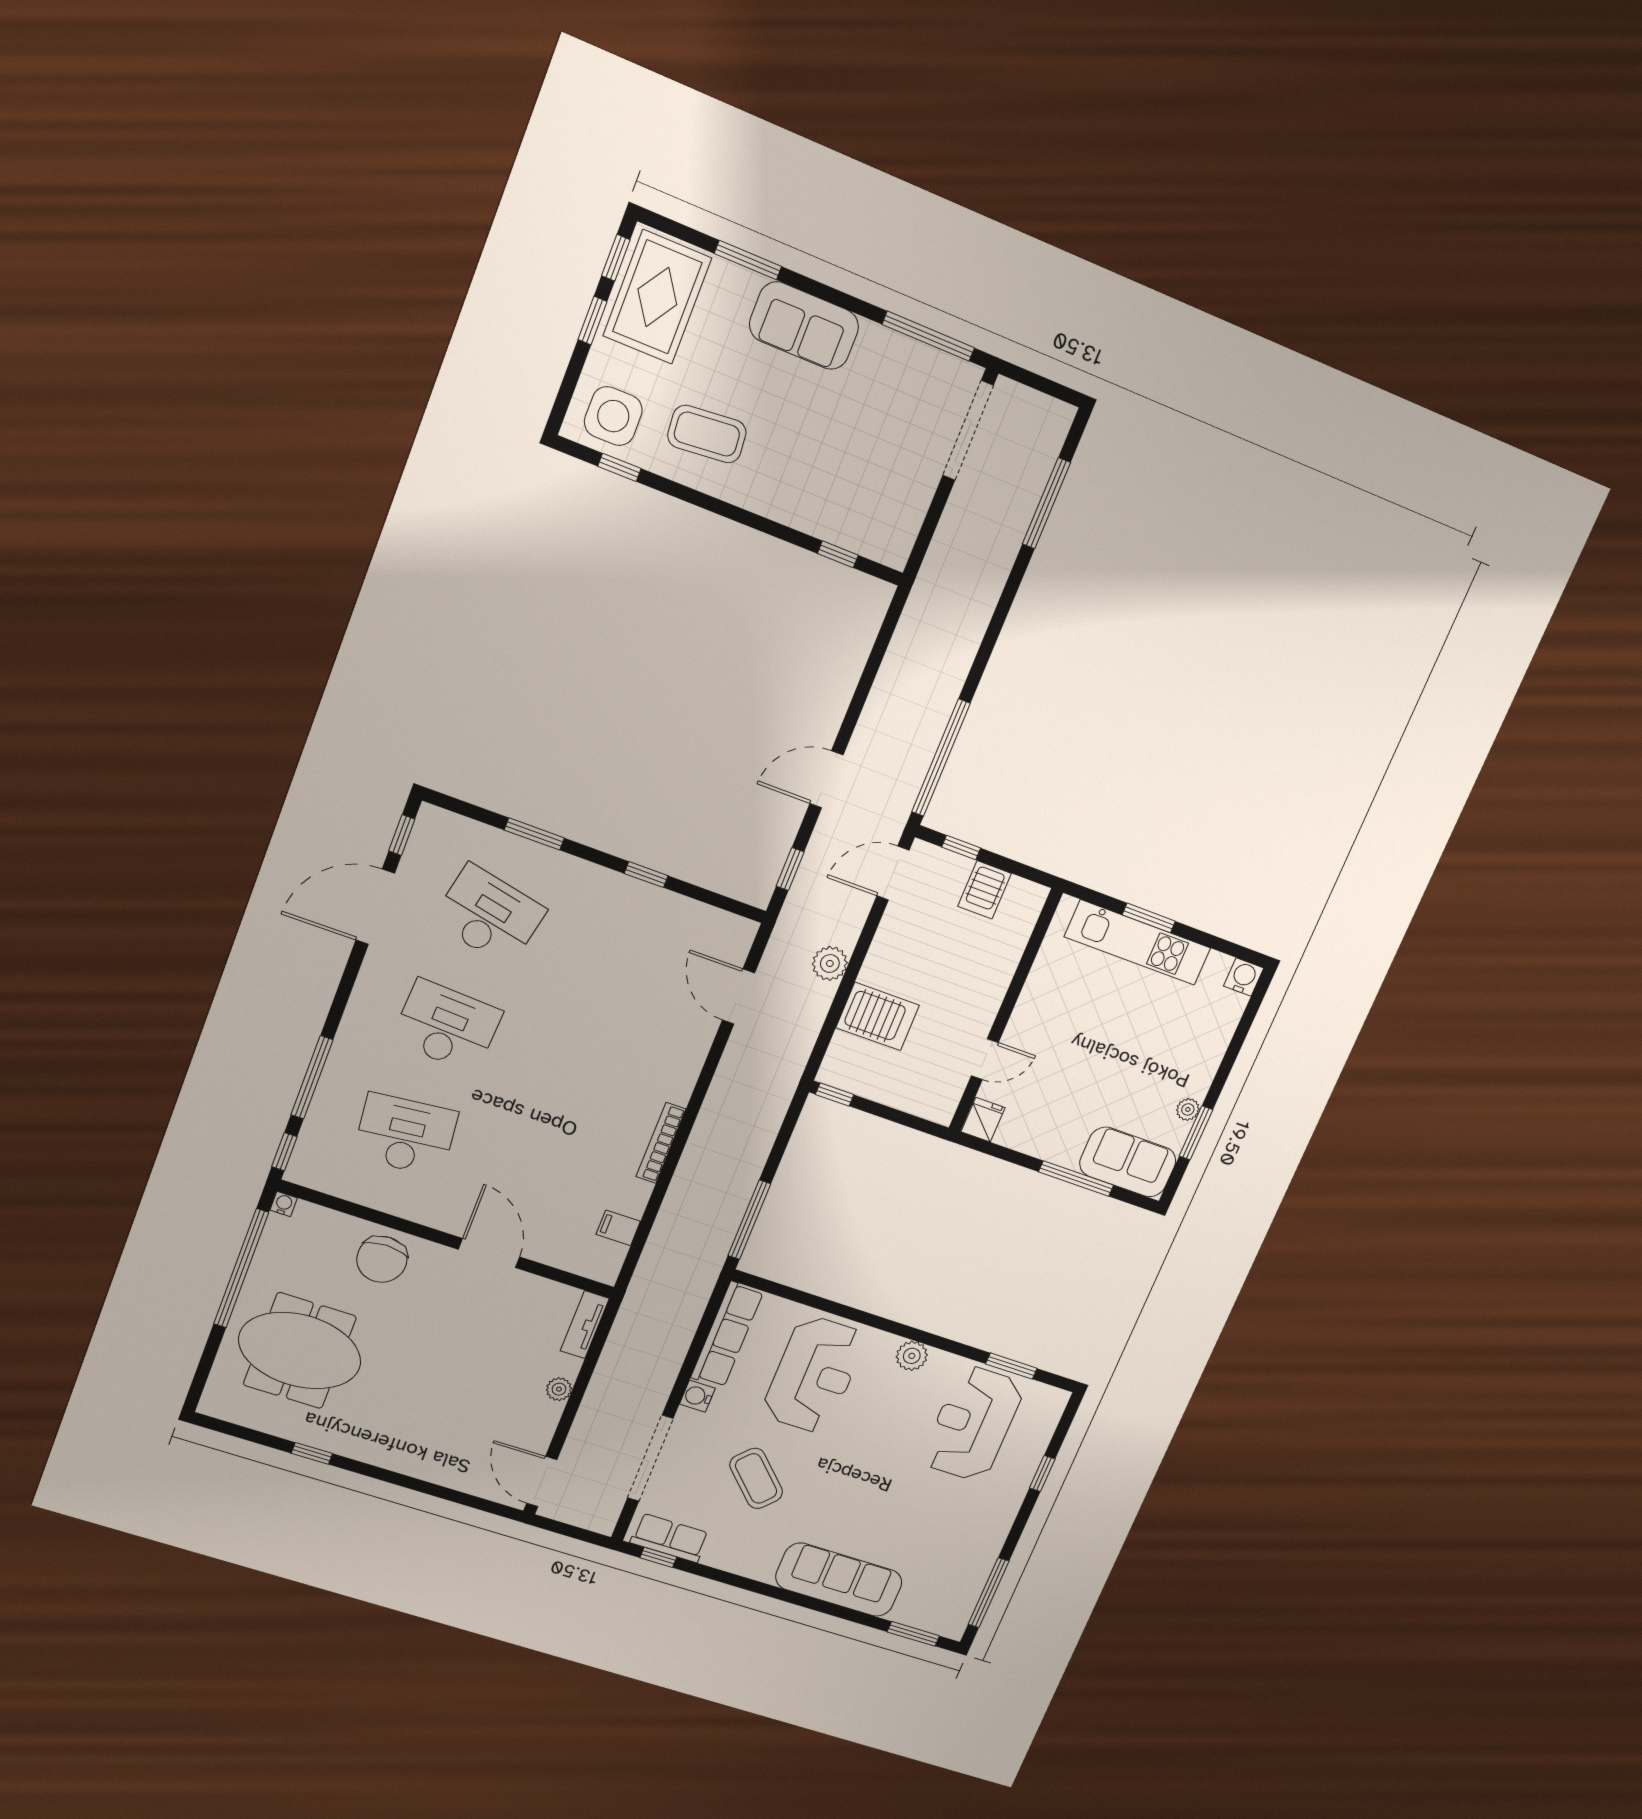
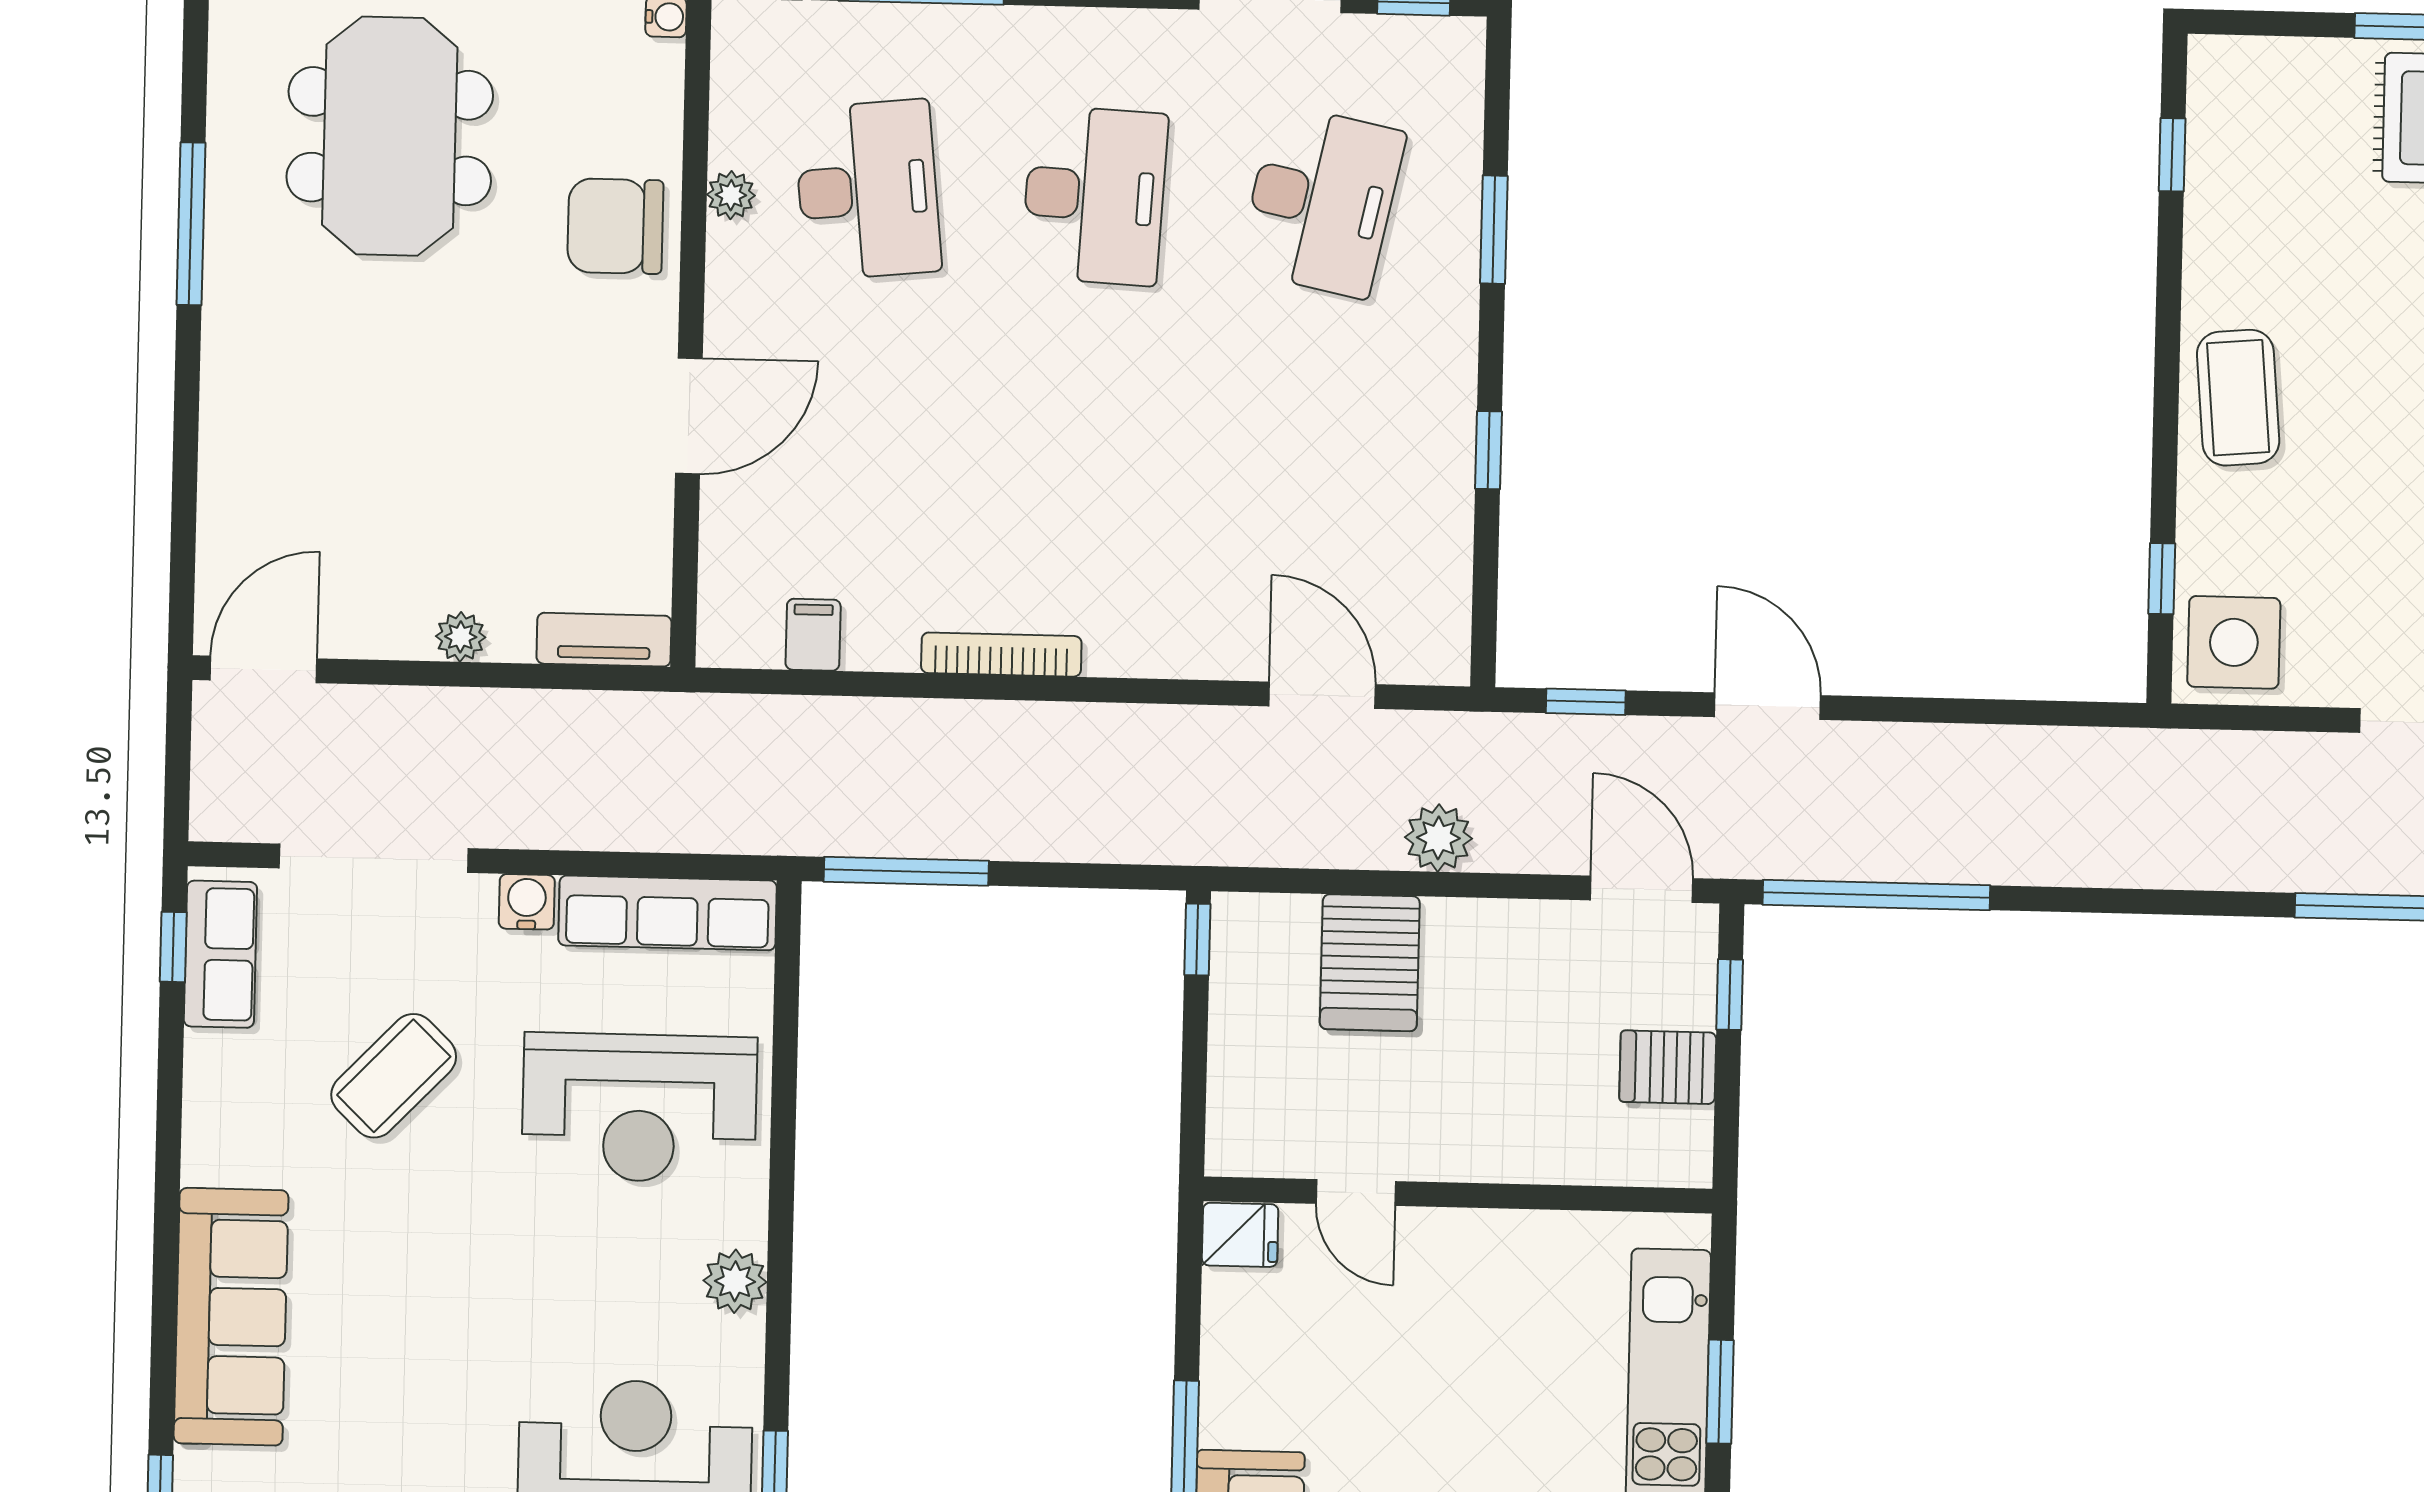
side table: (613, 416) -> (2234, 642), moved
coffee table: (707, 434) -> (2238, 398), moved
door: (738, 996) -> (1322, 695), hinge flipped
plant: (385, 1200) -> (731, 195), added
window: (312, 1453) -> (191, 224), width x2.17

